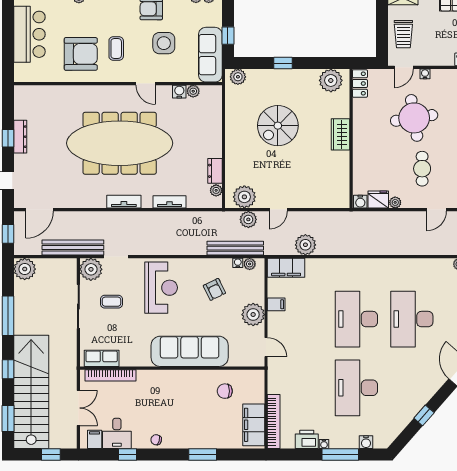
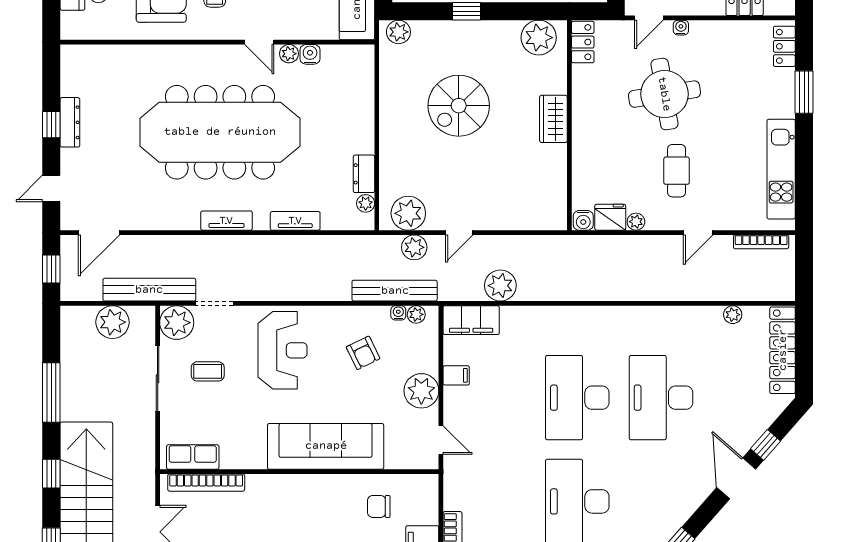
plant: (193, 91) -> (289, 54), moved
plant: (25, 269) -> (112, 322), moved

